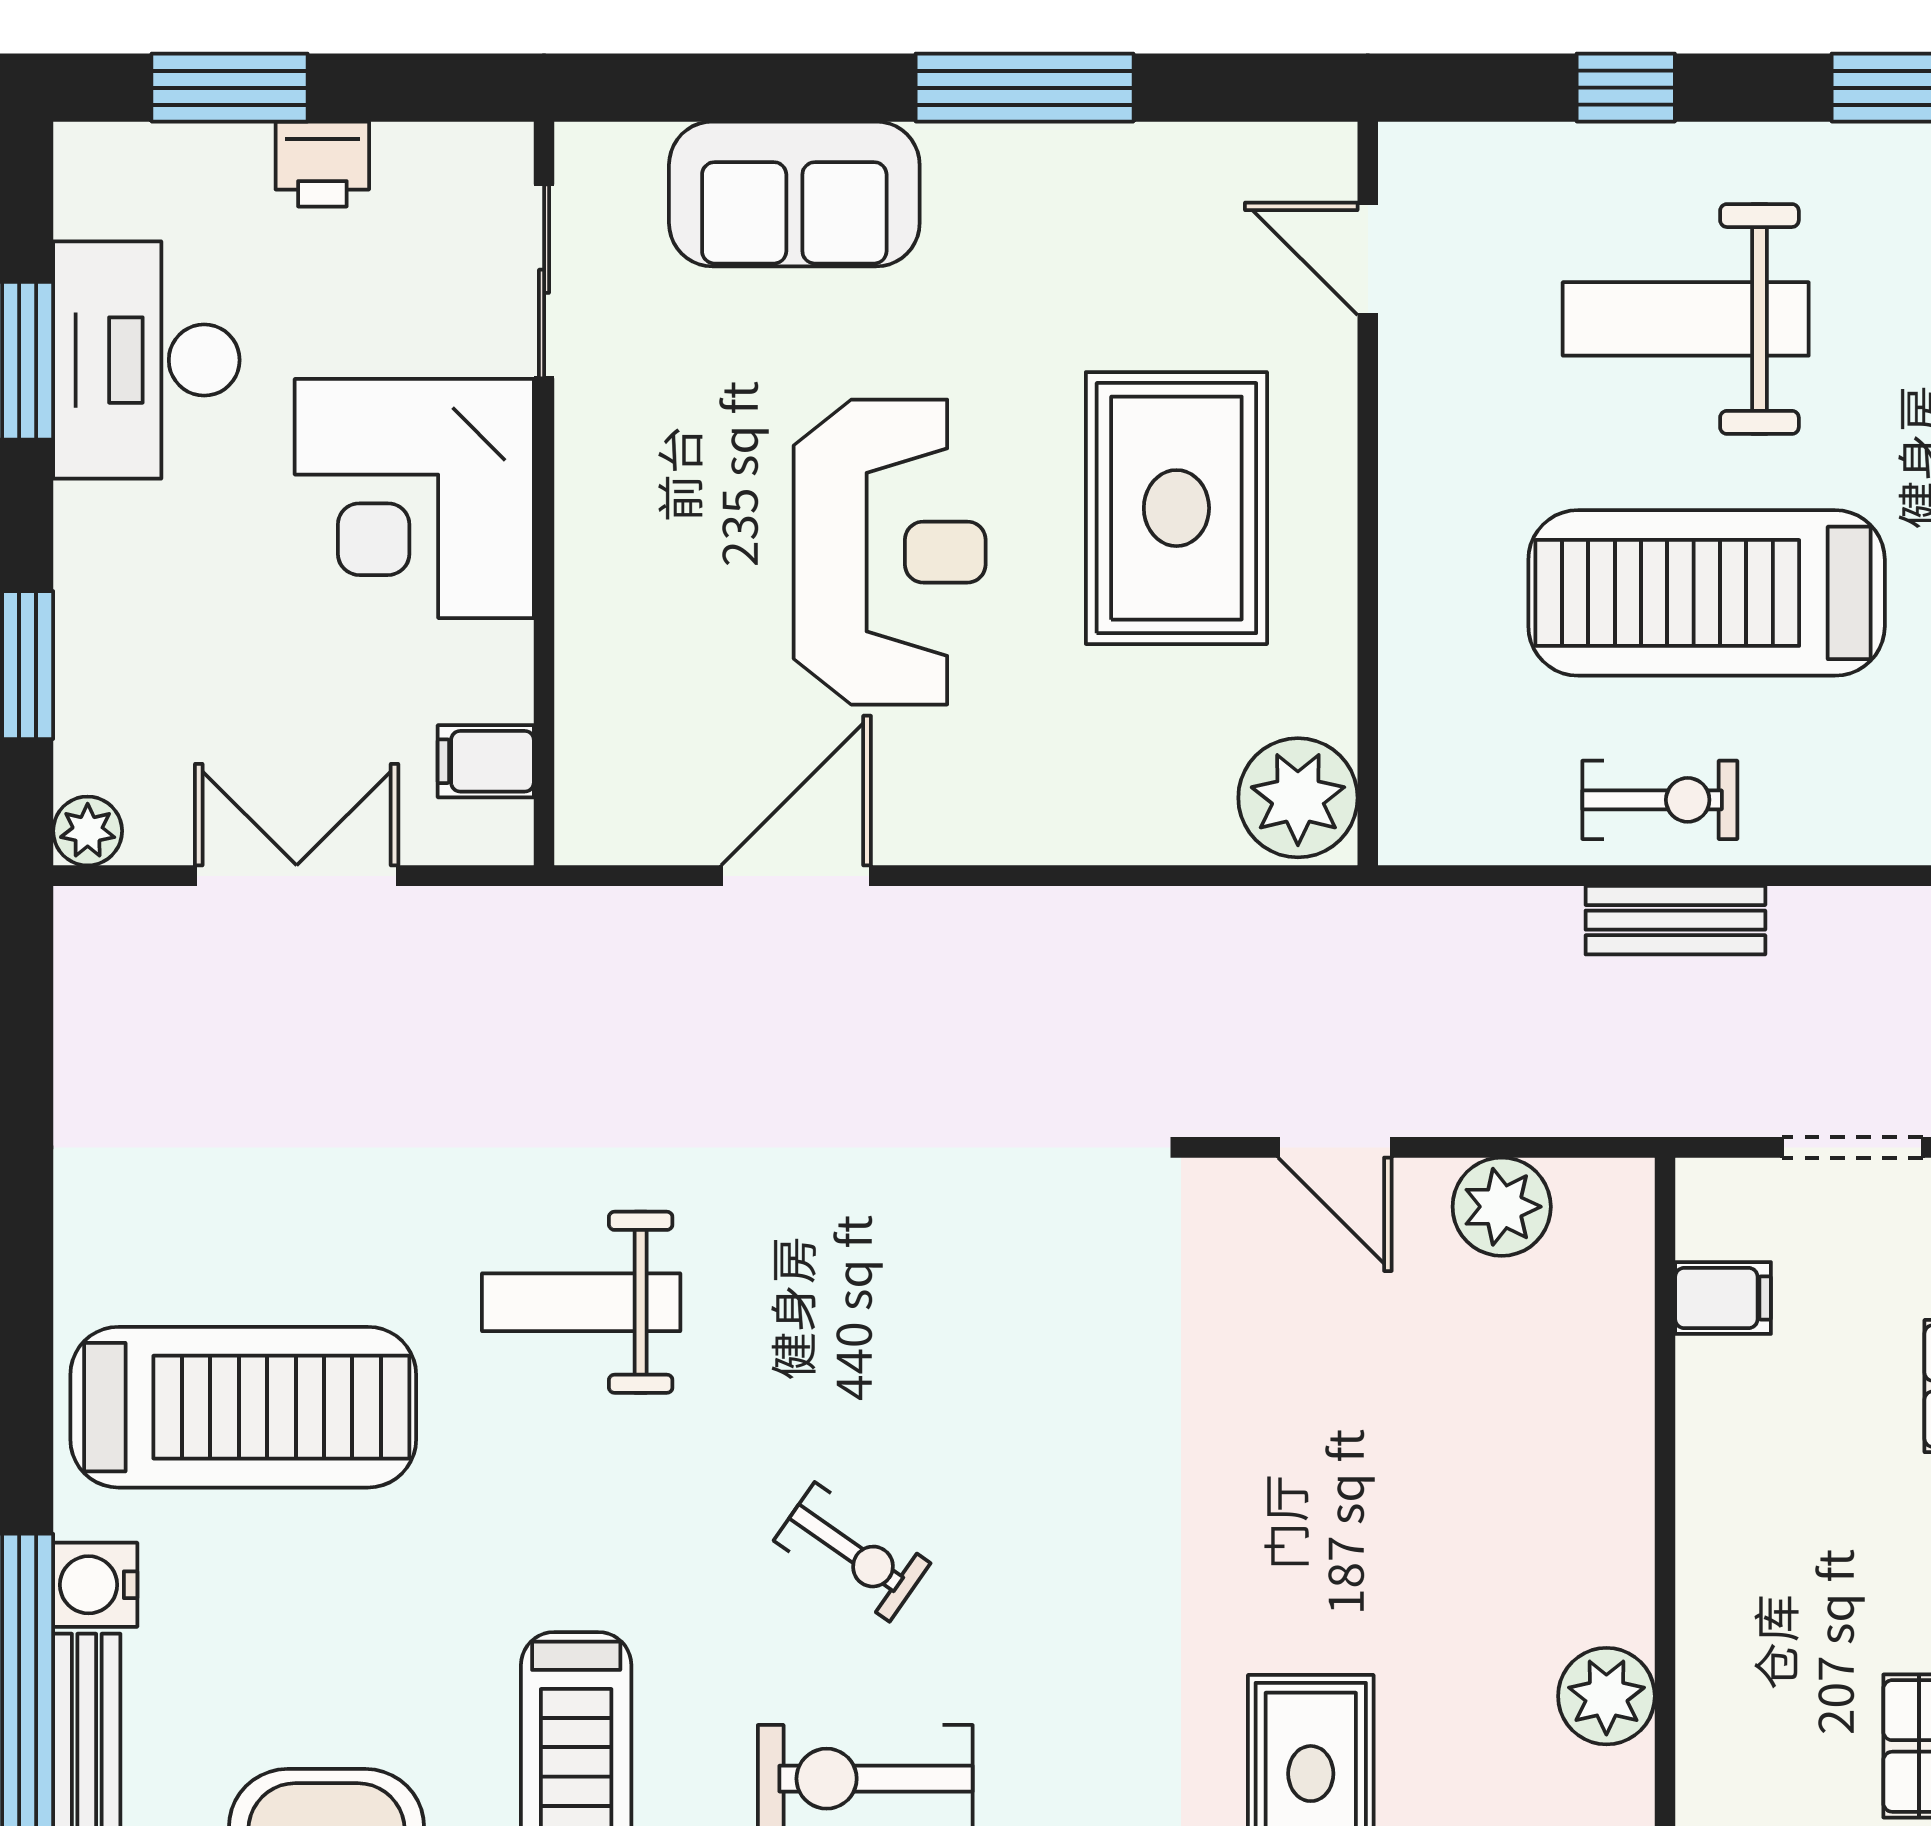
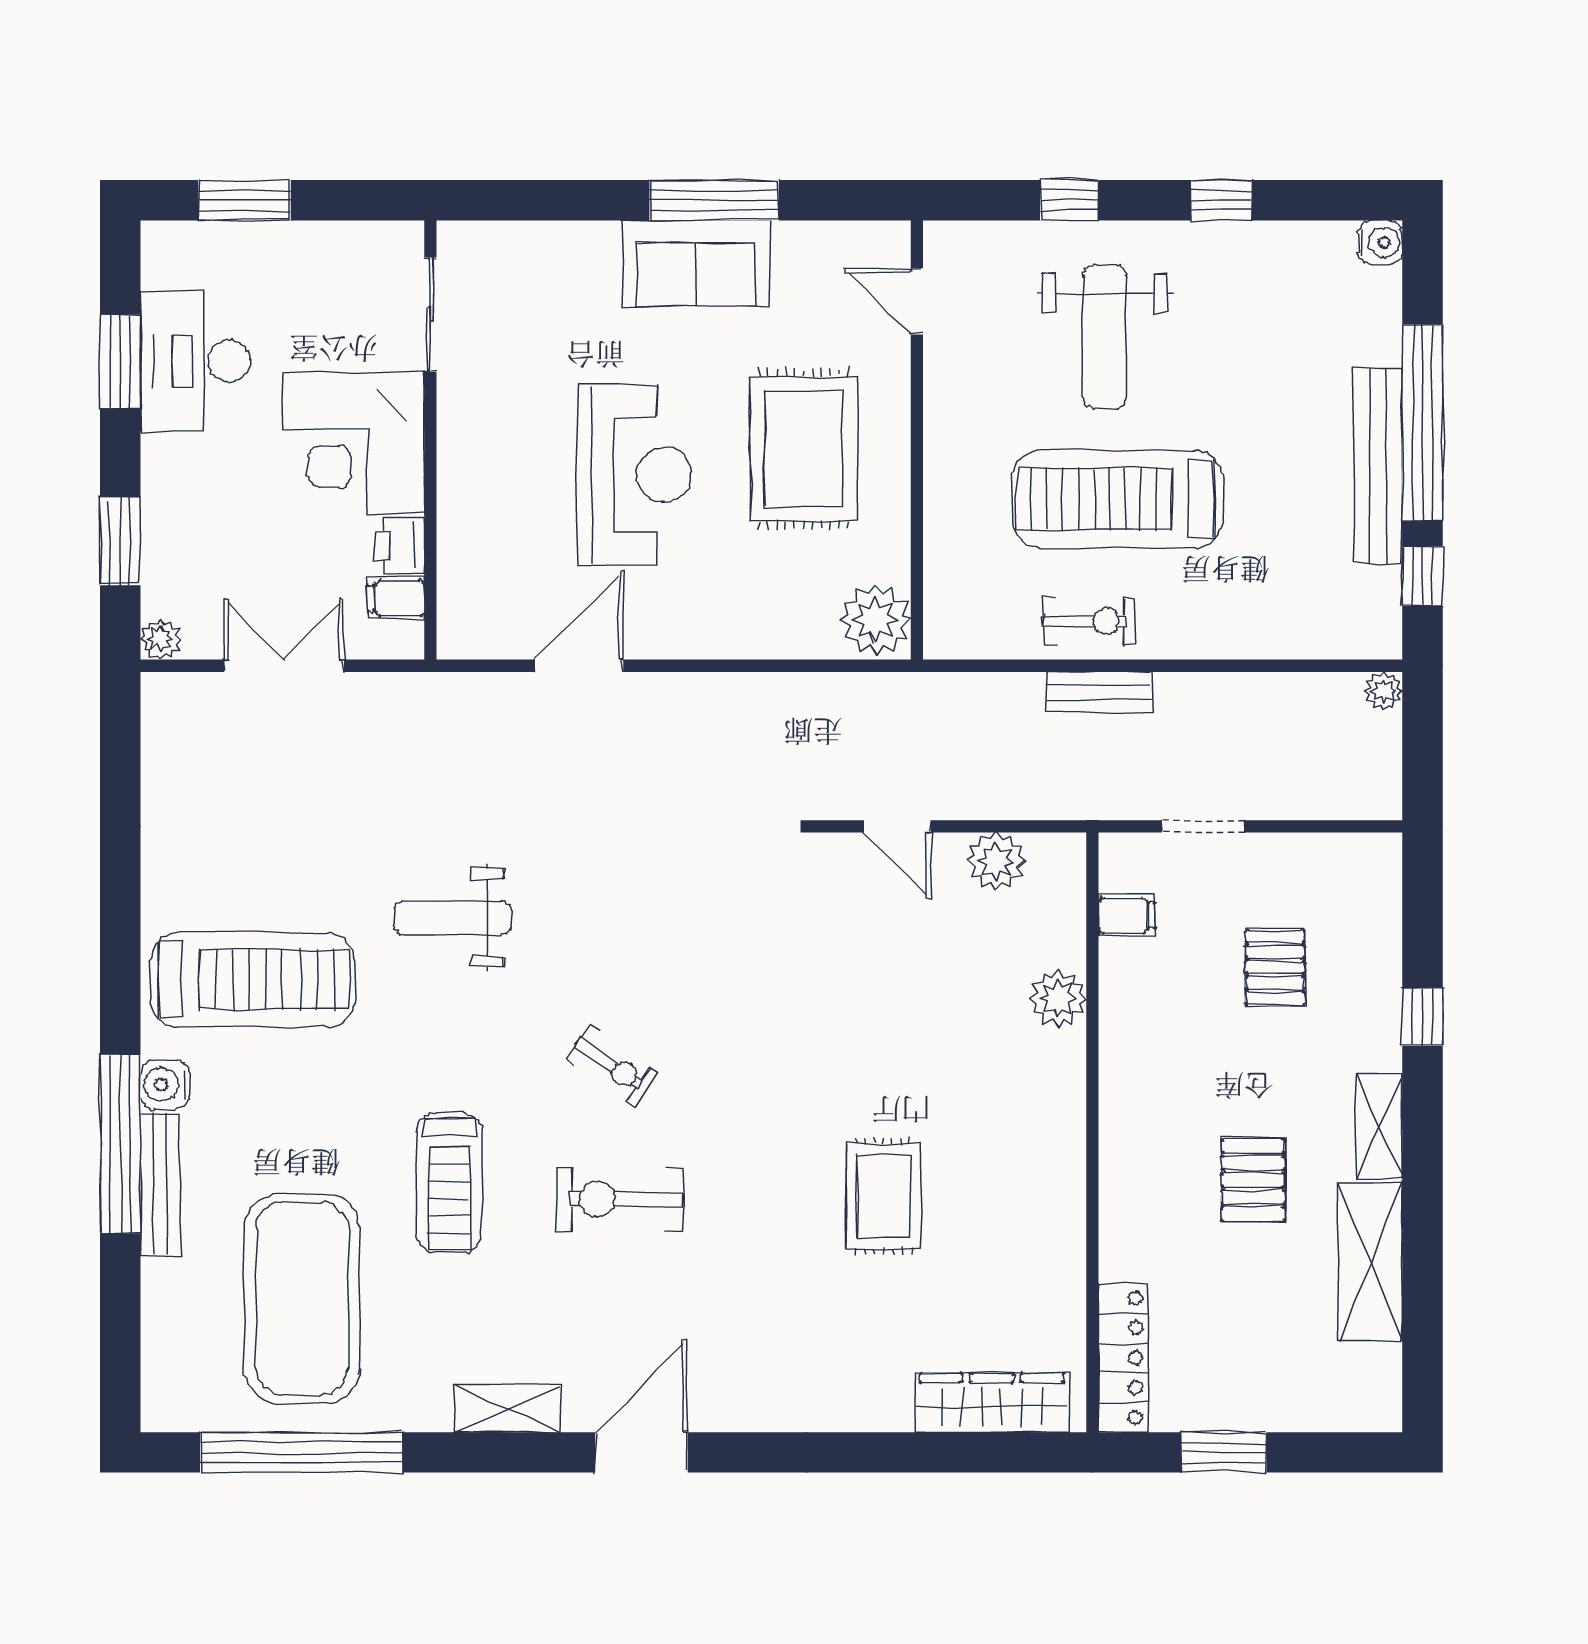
printer: (322, 164) -> (399, 545), moved, turned 90
sofa: (794, 194) -> (696, 263), moved
weight bench: (1686, 319) -> (1105, 337), turned -90
plant: (1606, 1696) -> (1058, 998), moved

